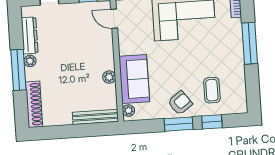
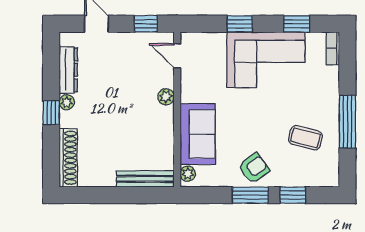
window: (250, 43) -> (347, 122), moved
window: (18, 70) -> (51, 113), width x0.46
plant: (109, 77) -> (166, 97), moved
coffee table: (212, 90) -> (305, 138), moved, turned -76

